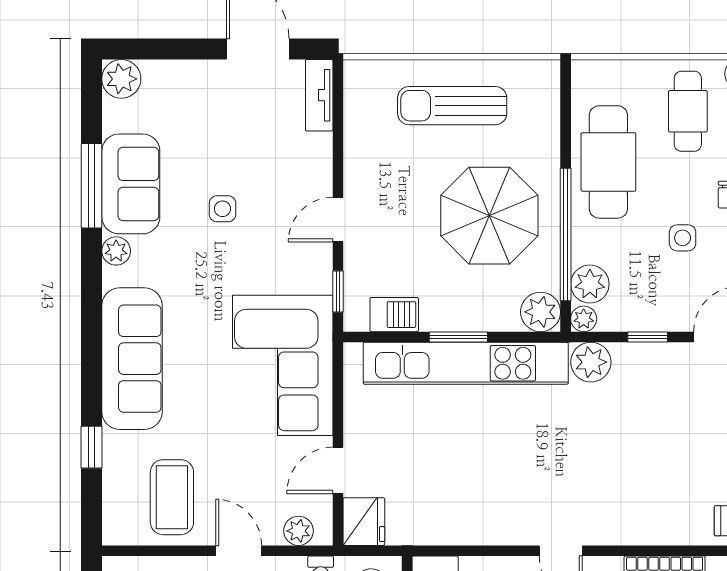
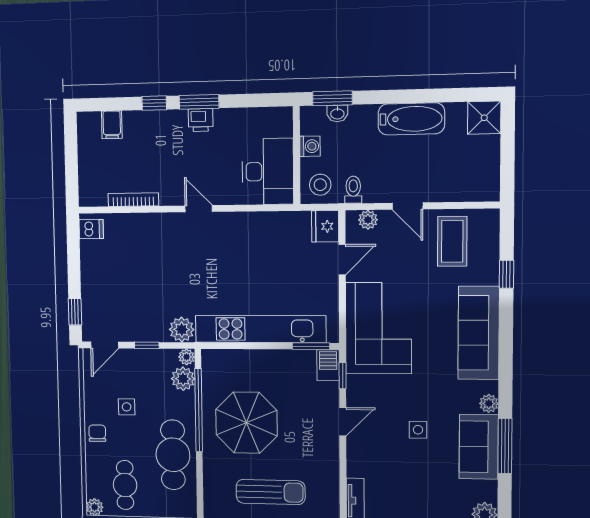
plant: (541, 312) -> (214, 361), removed
barbecue: (394, 315) -> (328, 365), moved, turned 90
window: (458, 337) -> (311, 346), moved

